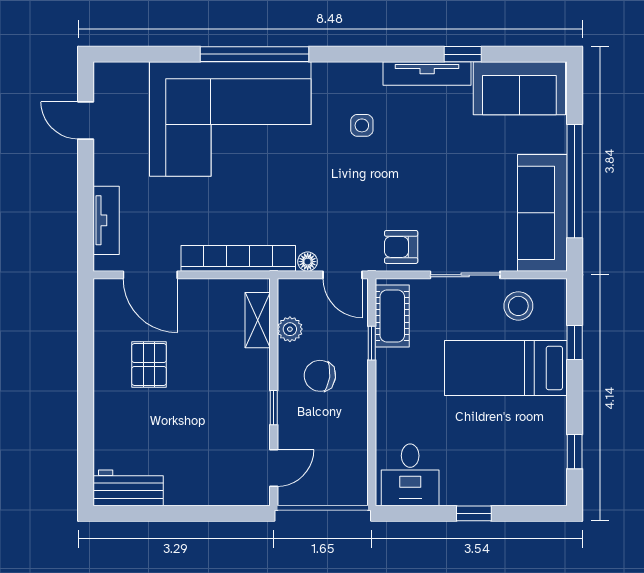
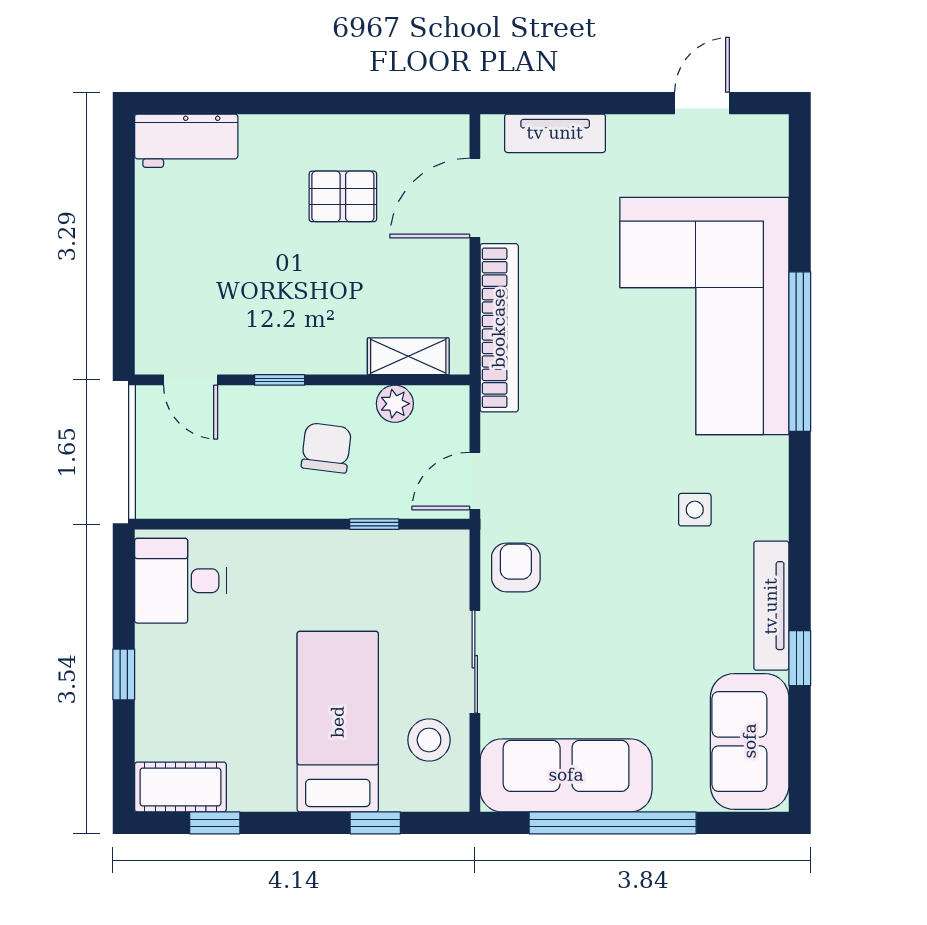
floor lamp: (308, 262) -> (494, 430), removed
cot: (392, 316) -> (180, 787), moved
workbench: (128, 488) -> (186, 141), moved, turned 90

